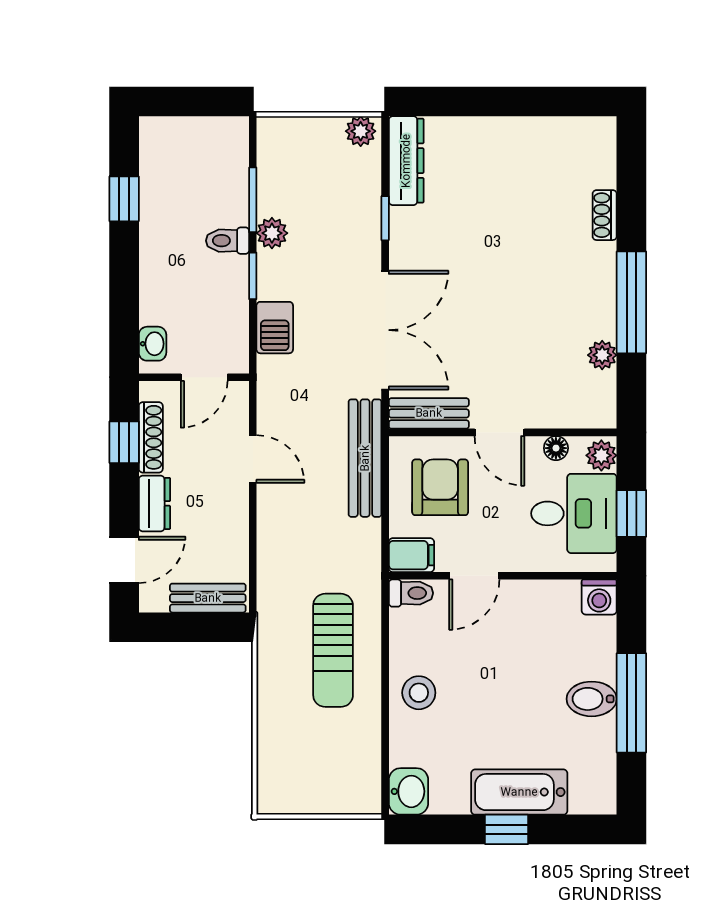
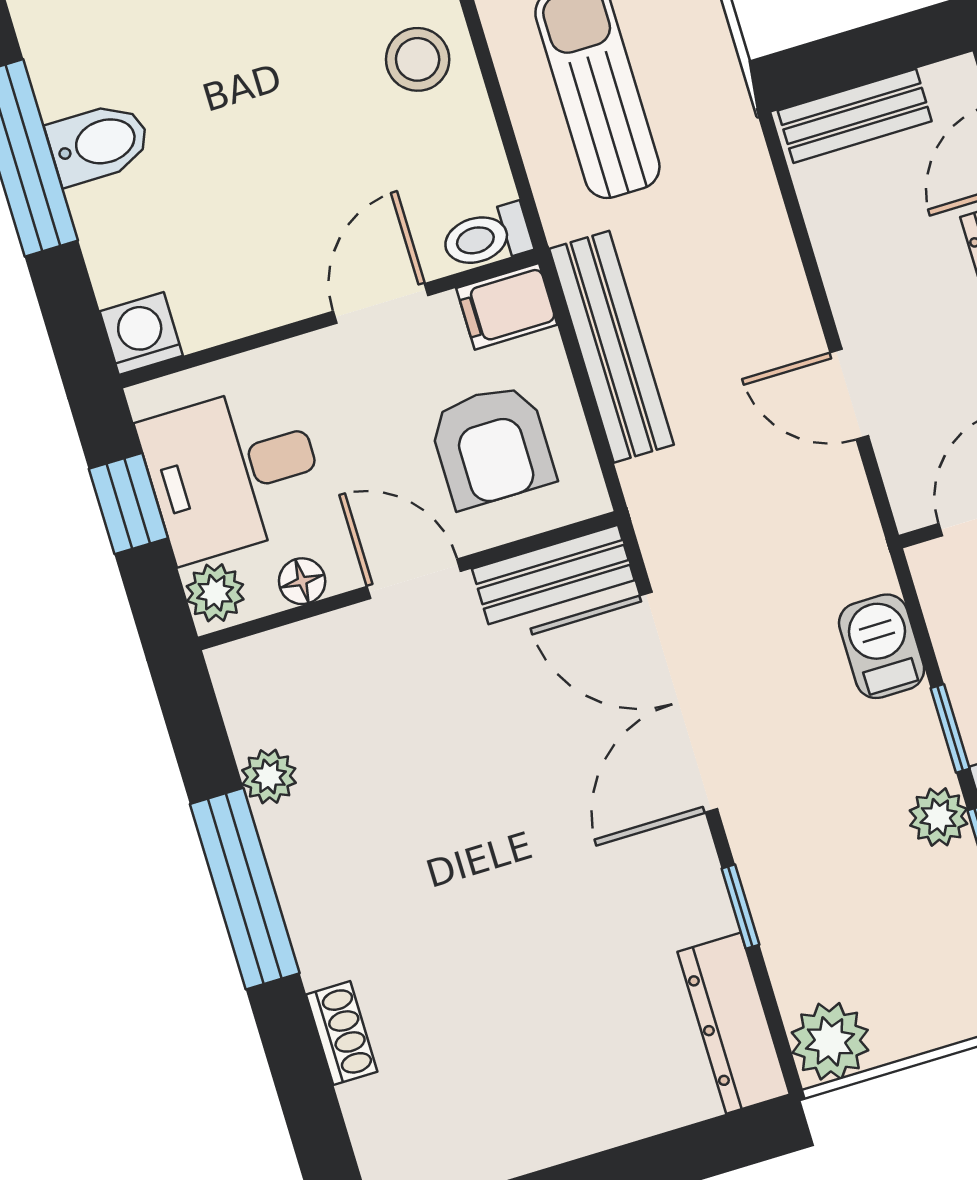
plant: (361, 131) -> (830, 1041), width x1.38, depth x1.38
bench: (365, 458) -> (611, 347), moved

